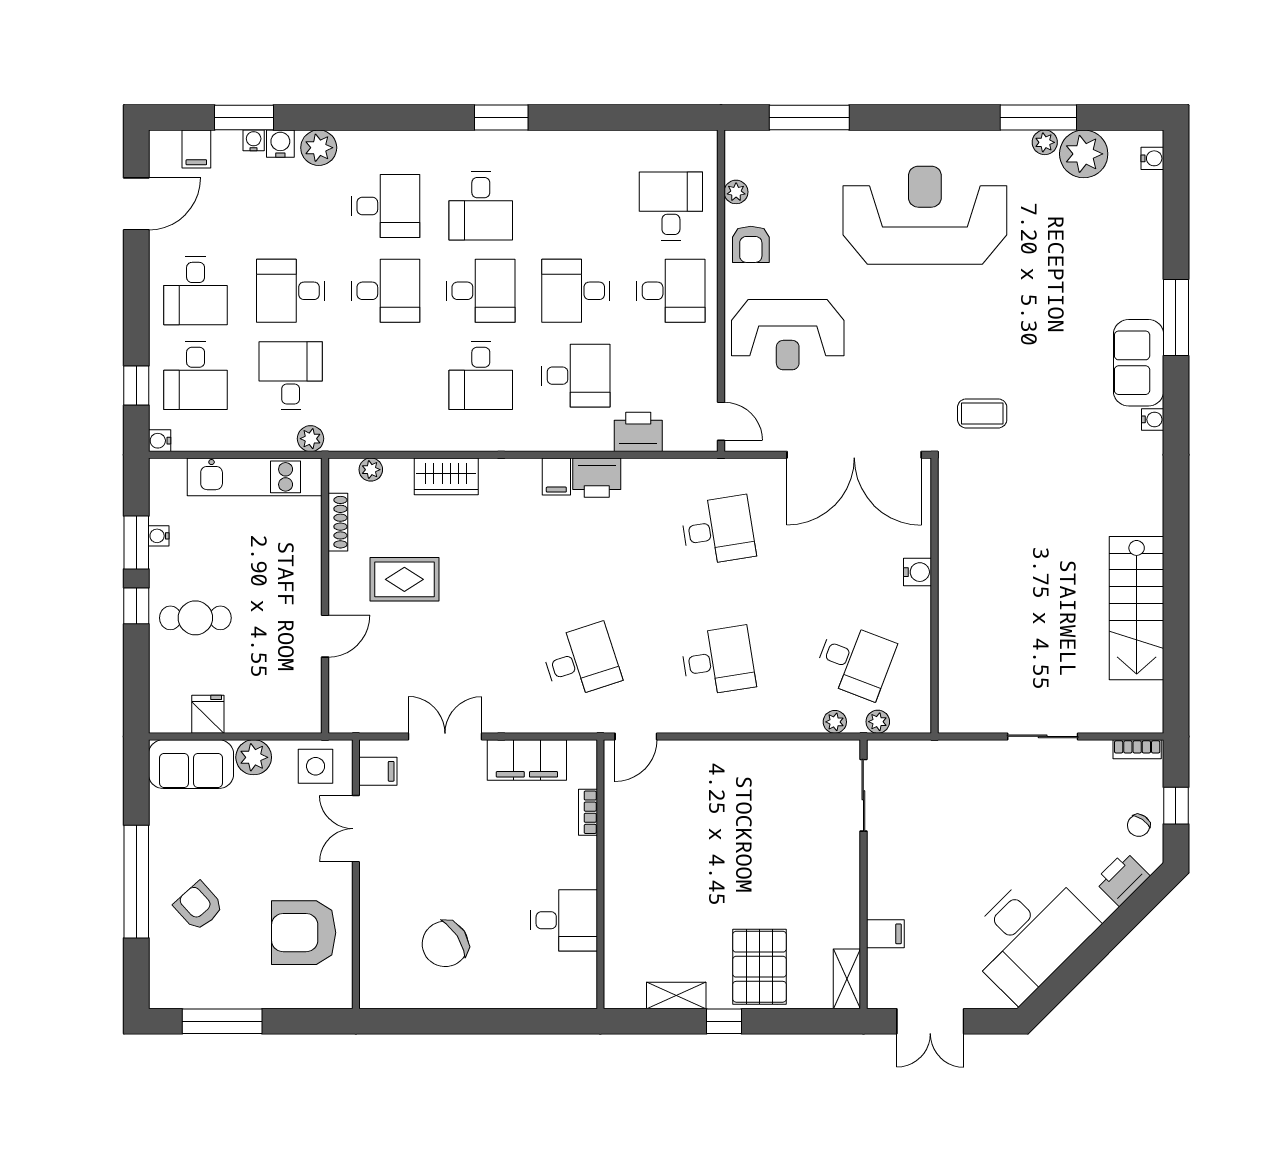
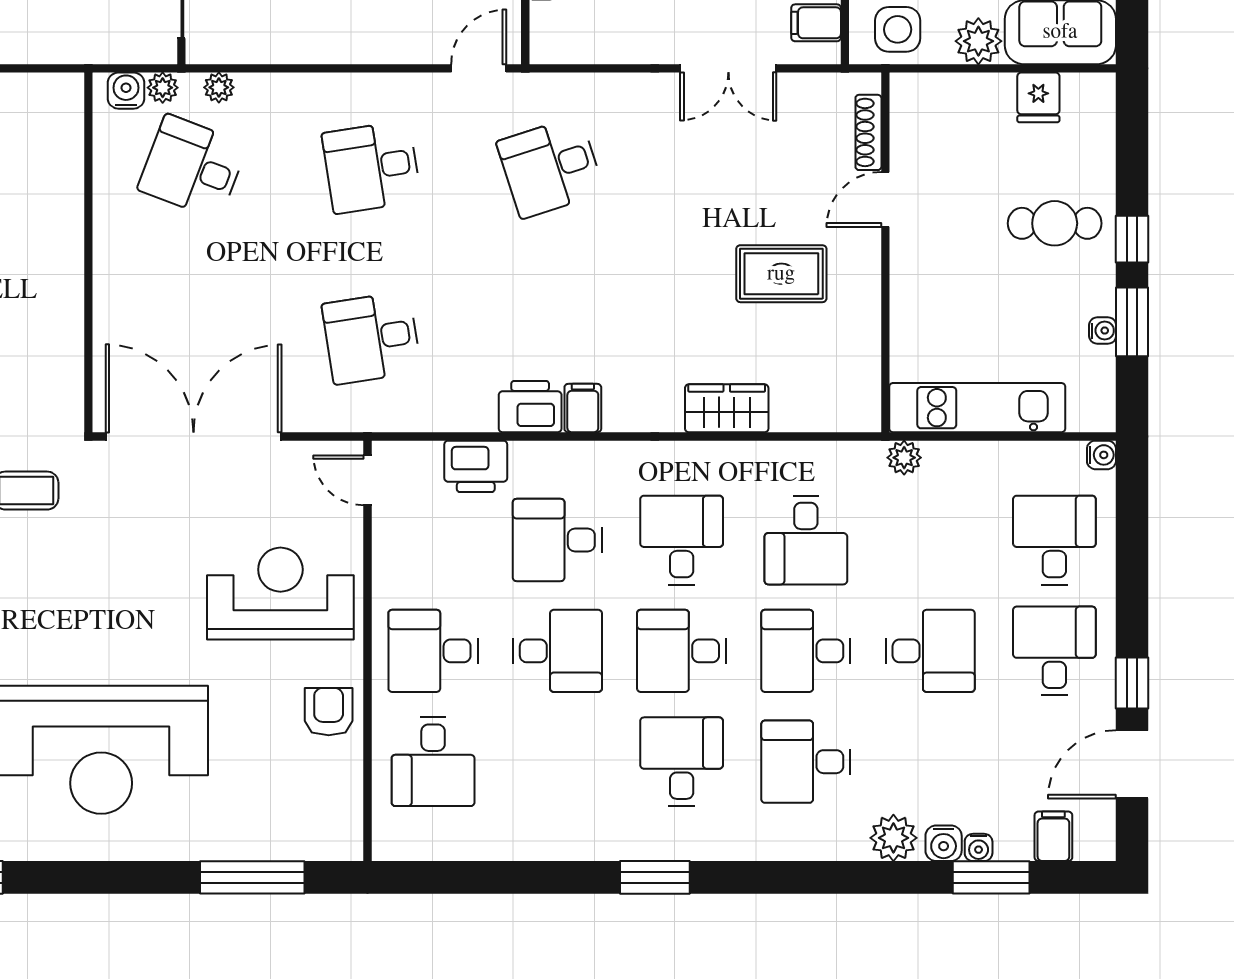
plant: (736, 192) -> (348, 780), removed
desk: (291, 376) -> (806, 540), moved
window: (136, 385) -> (1132, 683), moved
plant: (371, 470) -> (825, 417), removed
shoe rack: (338, 522) -> (868, 132), moved
water cooler: (918, 572) -> (126, 91), moved, turned 90
filing cabinet: (527, 760) -> (621, 38), removed

